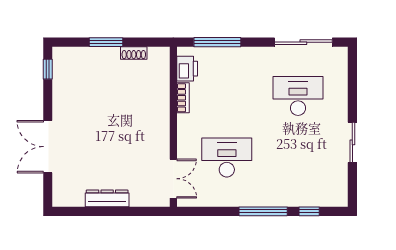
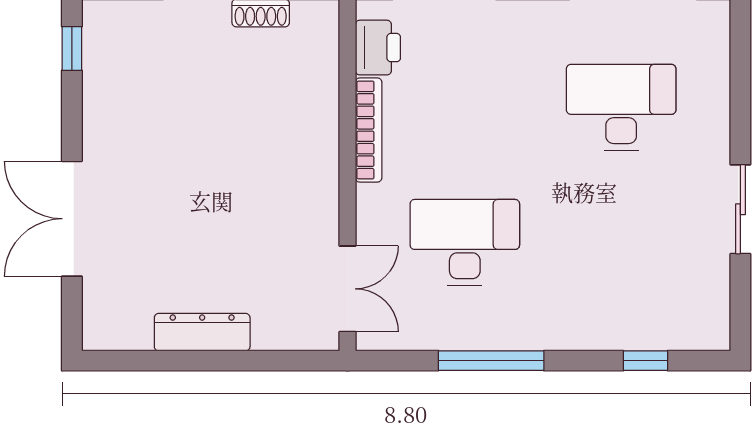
bookcase: (183, 98) -> (369, 130), width x1.56
window: (263, 211) -> (491, 361), moved

